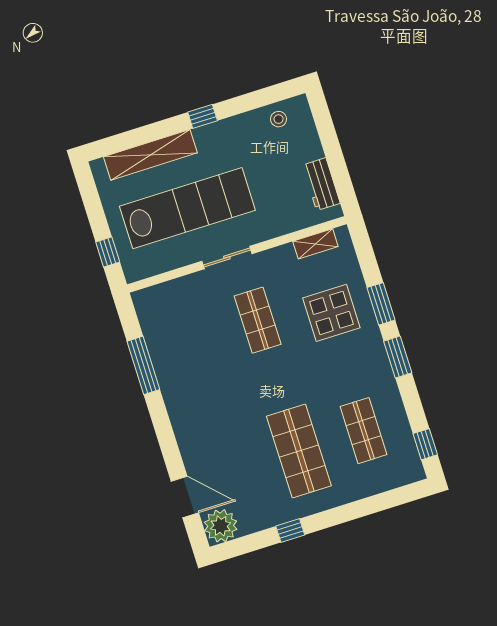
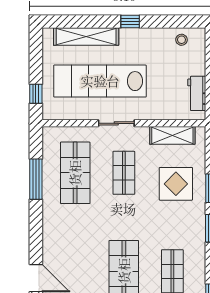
lab bench: (187, 208) -> (100, 81), turned 180
shelving: (315, 244) -> (172, 135), width x1.50, depth x1.33
shop shelf: (193, 341) -> (75, 173), added

